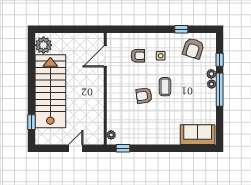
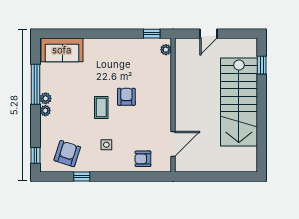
plant: (43, 45) -> (247, 157), removed
armchair: (138, 56) -> (143, 159), moved
window: (220, 60) -> (36, 155), moved
plant: (211, 74) -> (46, 98), moved
window: (220, 90) -> (36, 84), moved
armchair: (144, 96) -> (126, 97), turned -82

